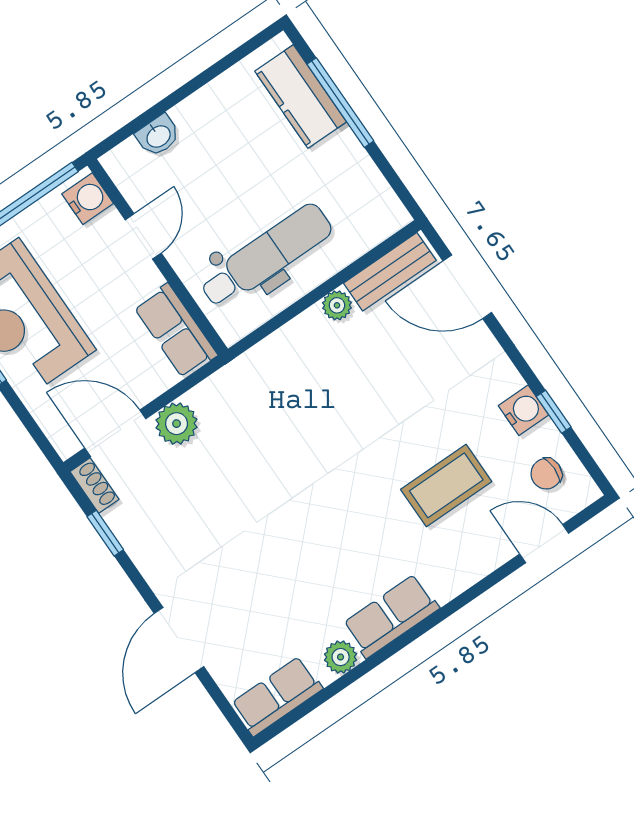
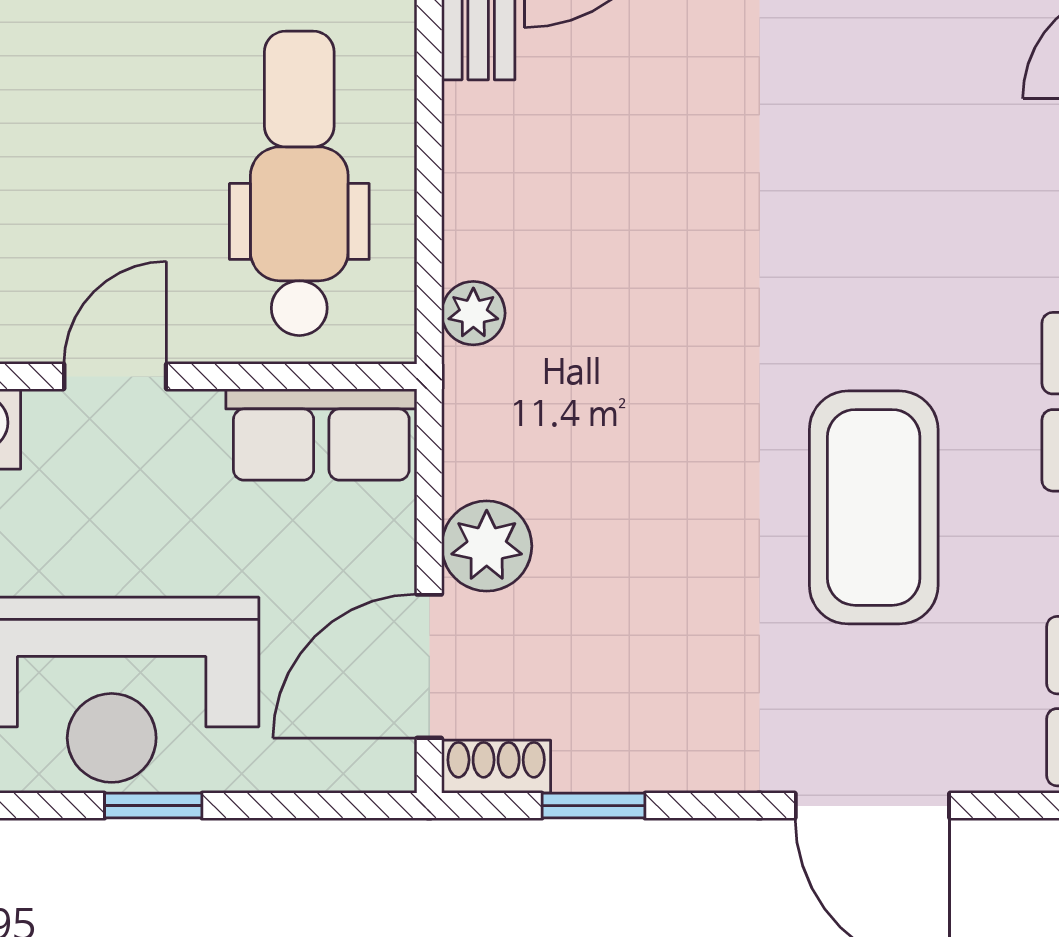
door: (143, 236) -> (115, 376), hinge flipped
plant: (337, 305) -> (473, 313), moved
coffee table: (446, 485) -> (874, 507), moved, width x1.36, depth x1.32

